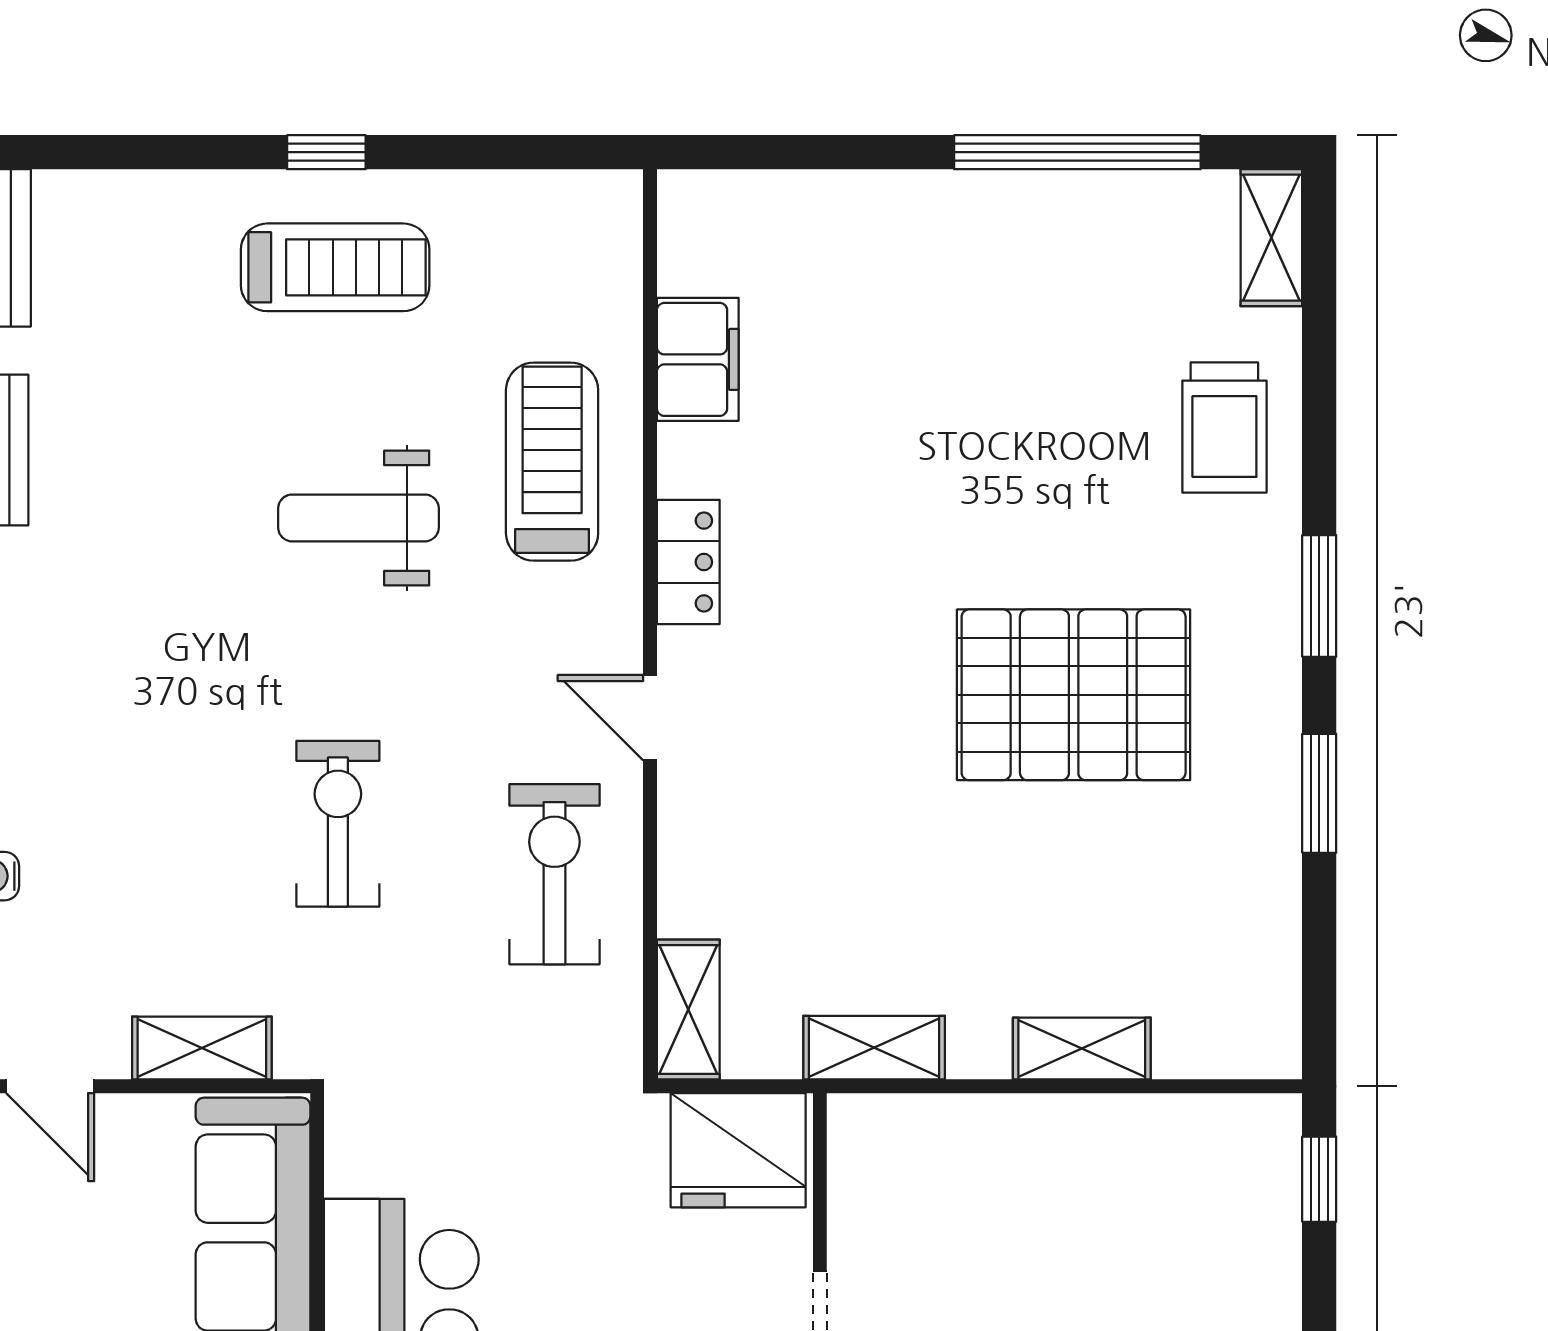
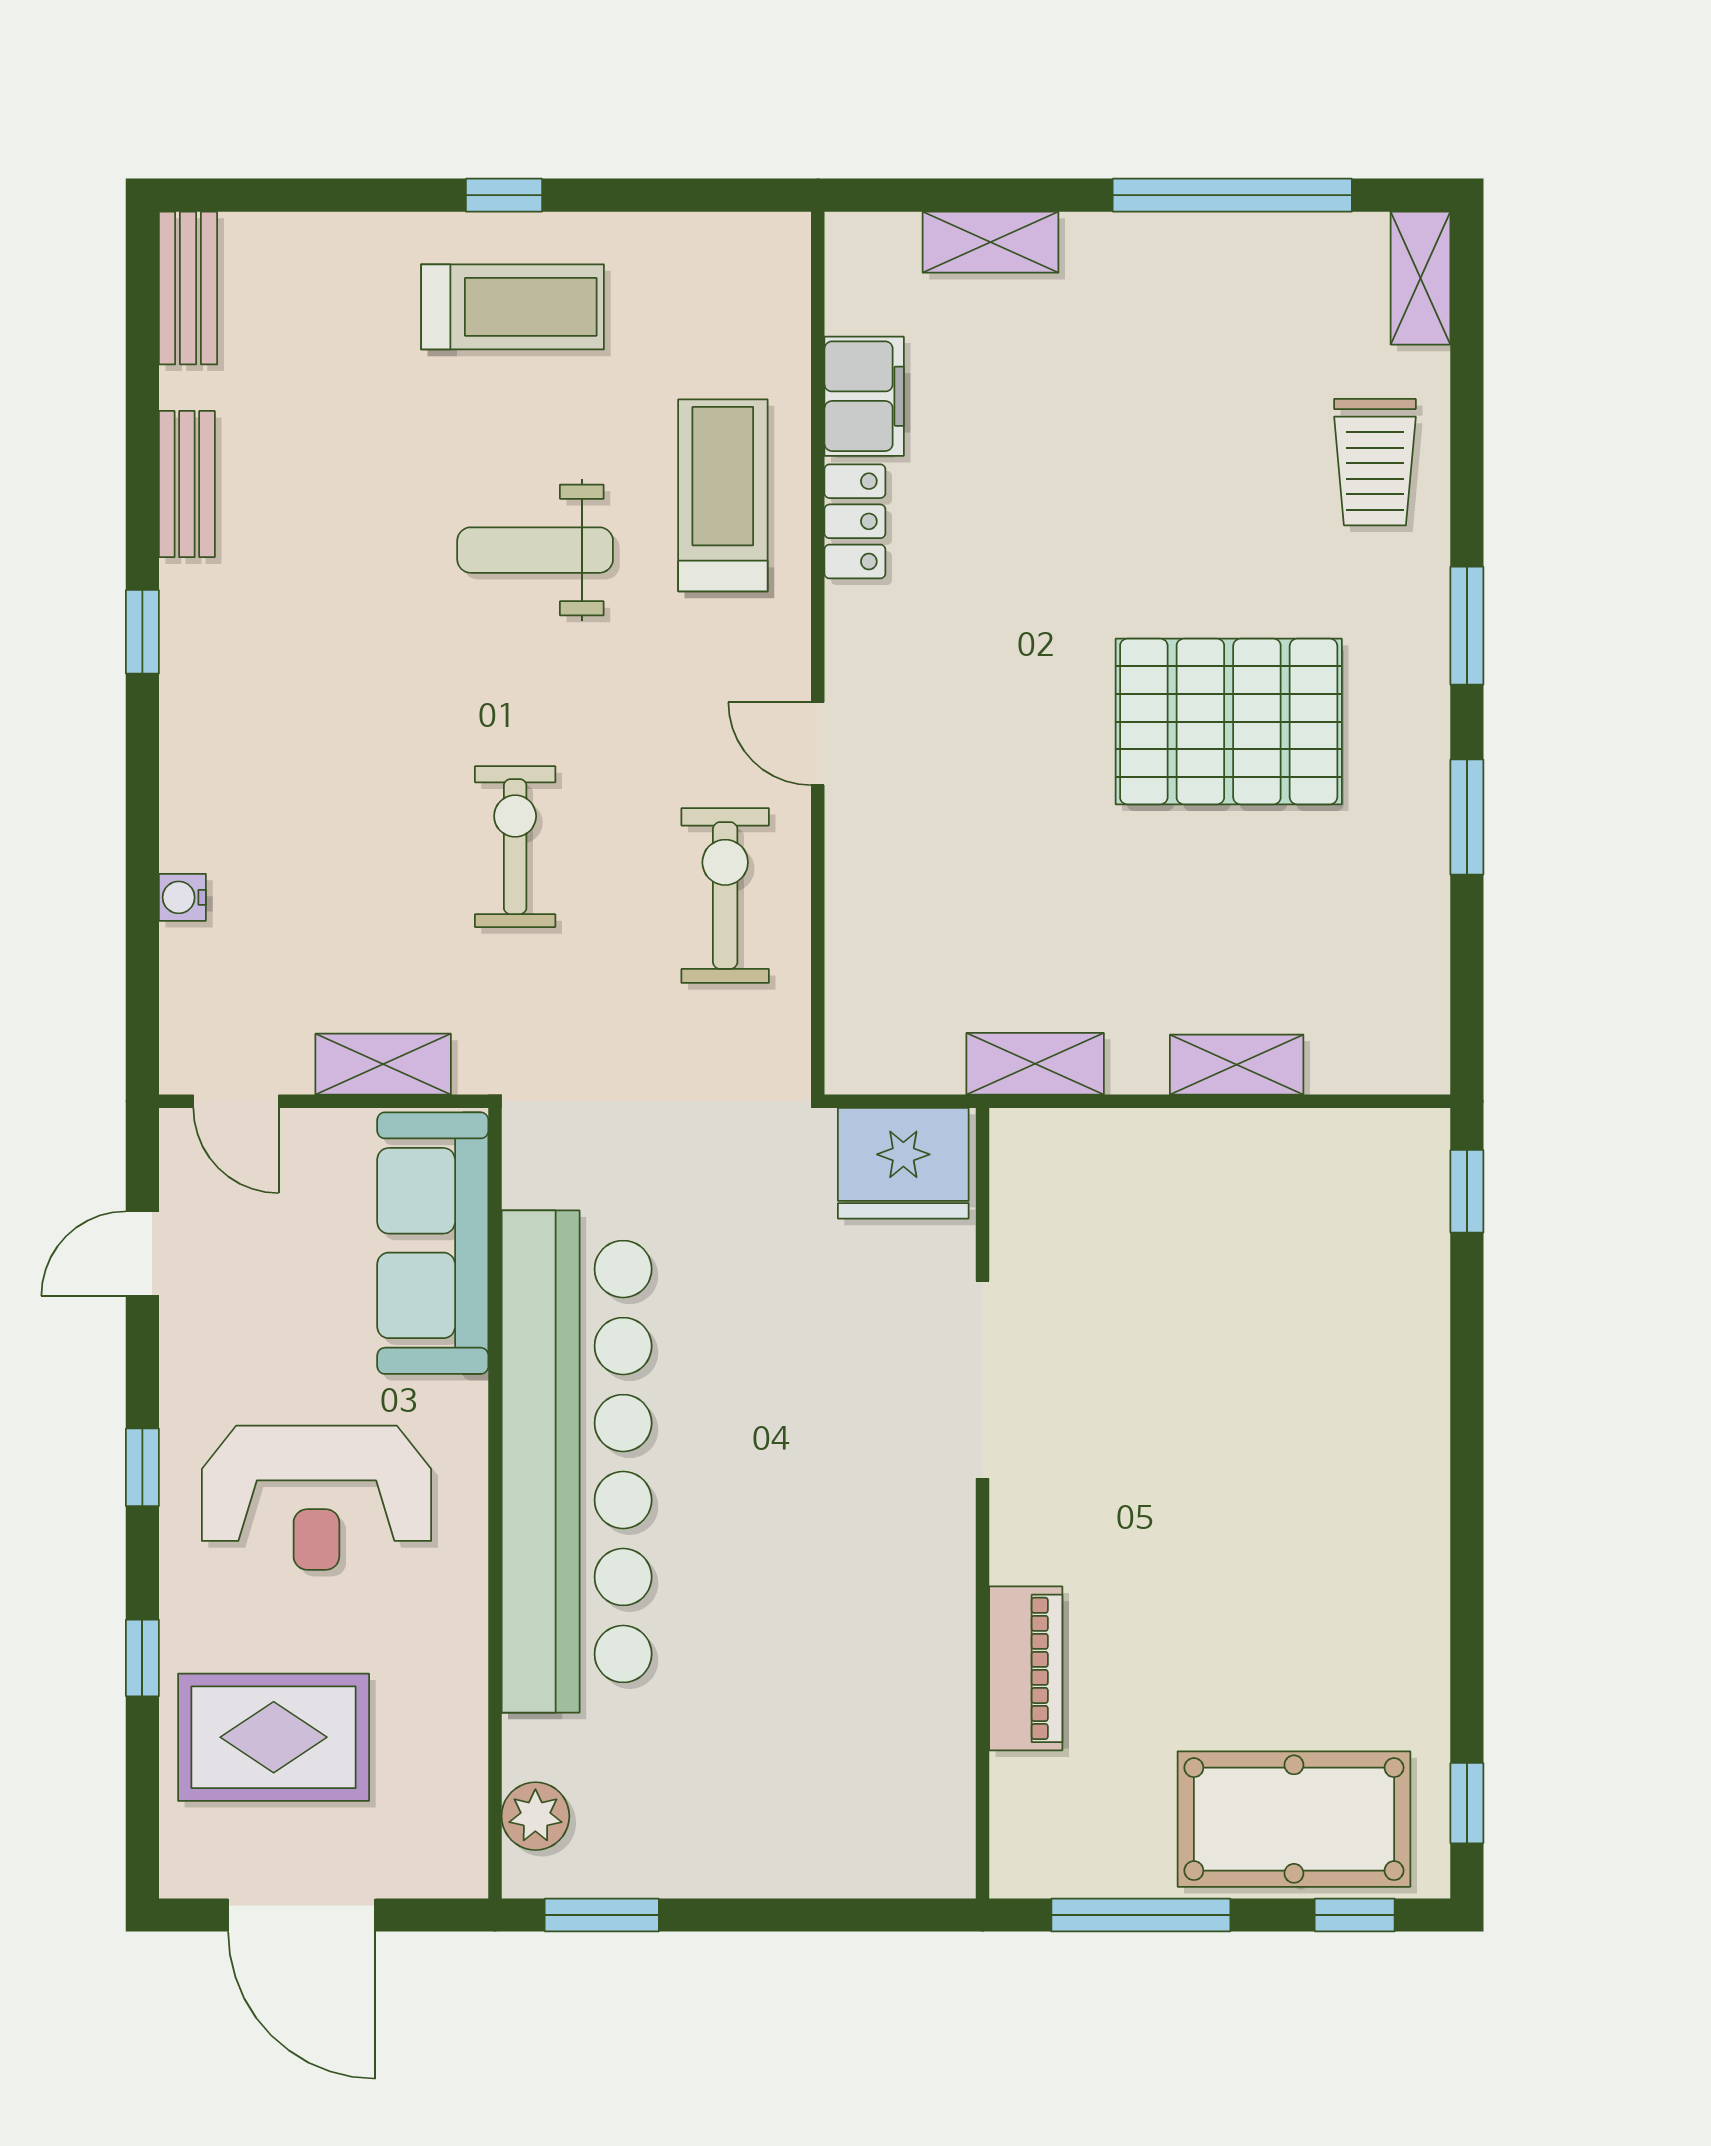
locker: (688, 562) -> (855, 521), moved
shelving: (688, 1010) -> (991, 242), moved, turned 90

